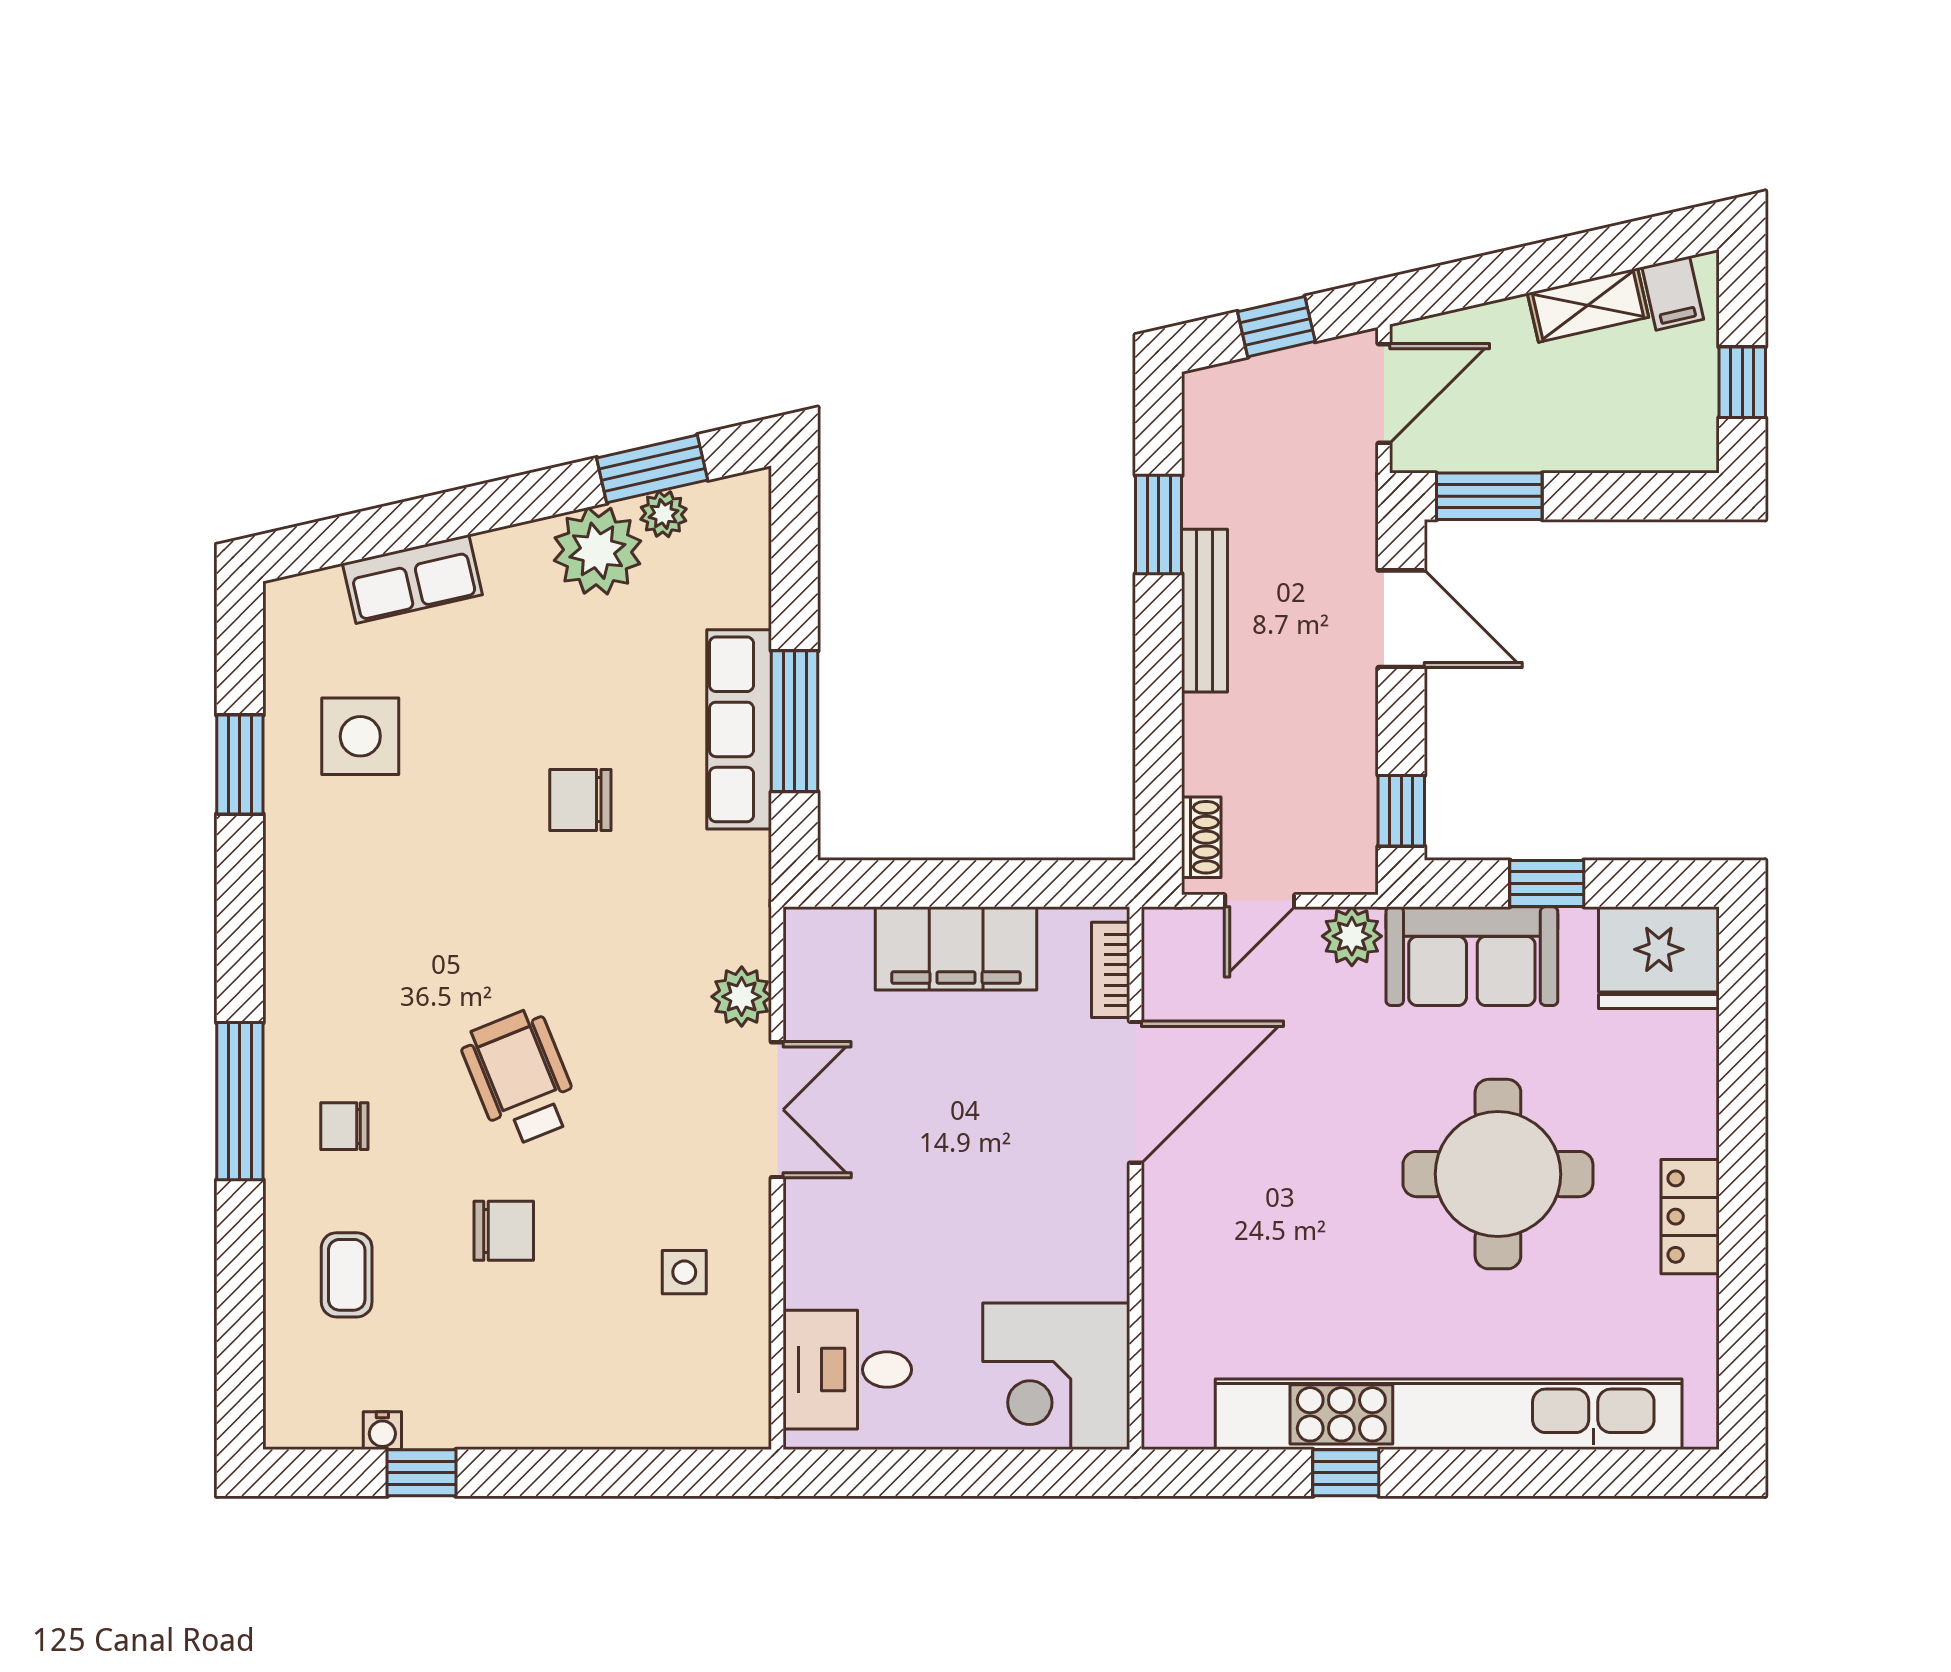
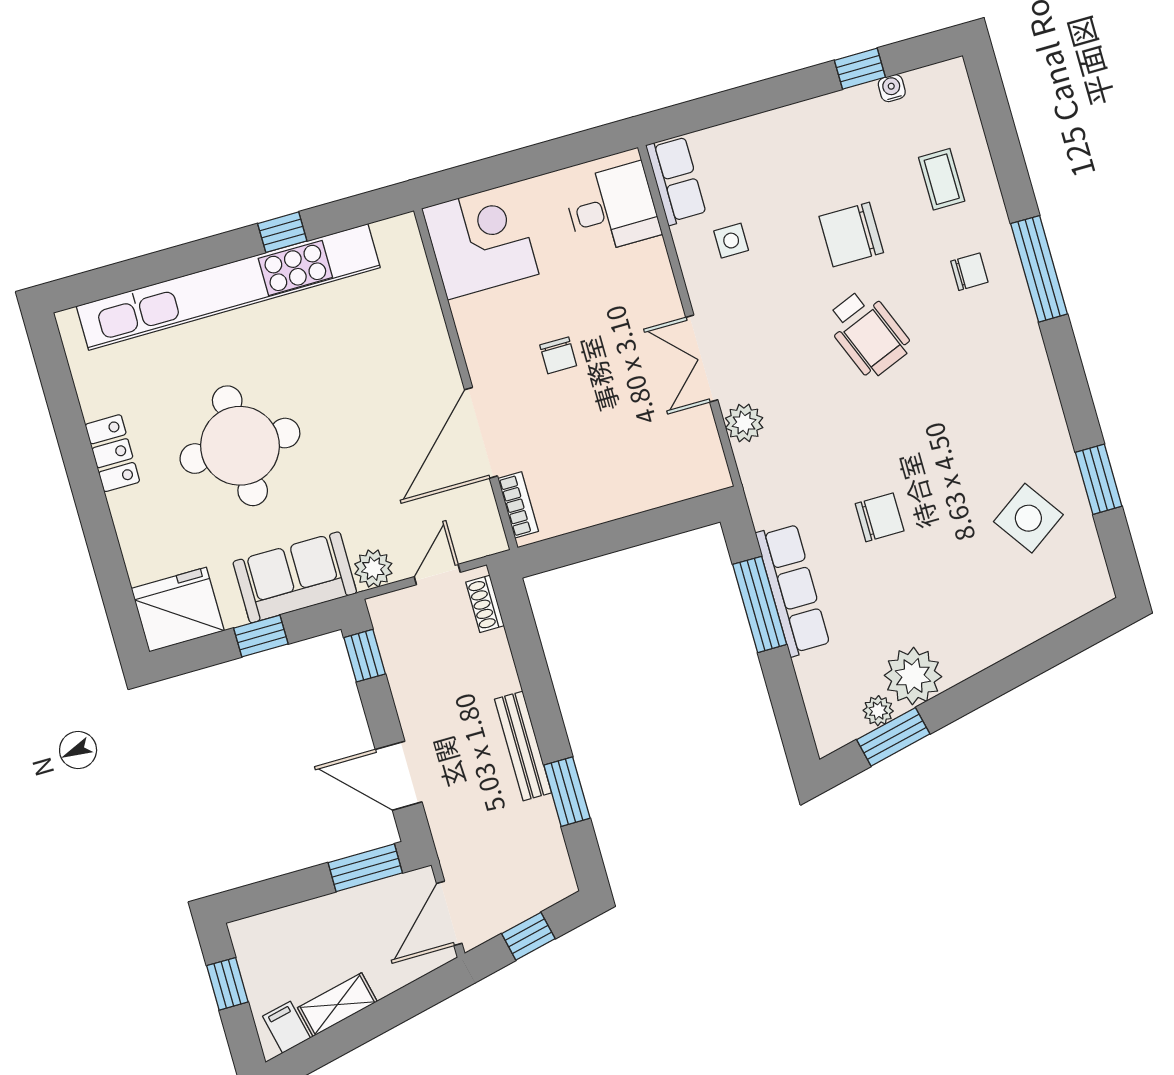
row of seats: (412, 579) -> (676, 180), moved, turned 103
side table: (360, 736) -> (1028, 518), turned -35
filing cabinet: (956, 948) -> (619, 491), removed
chair: (989, 1175) -> (558, 355), added
chair: (504, 1231) -> (851, 235), width x1.37, depth x1.37

